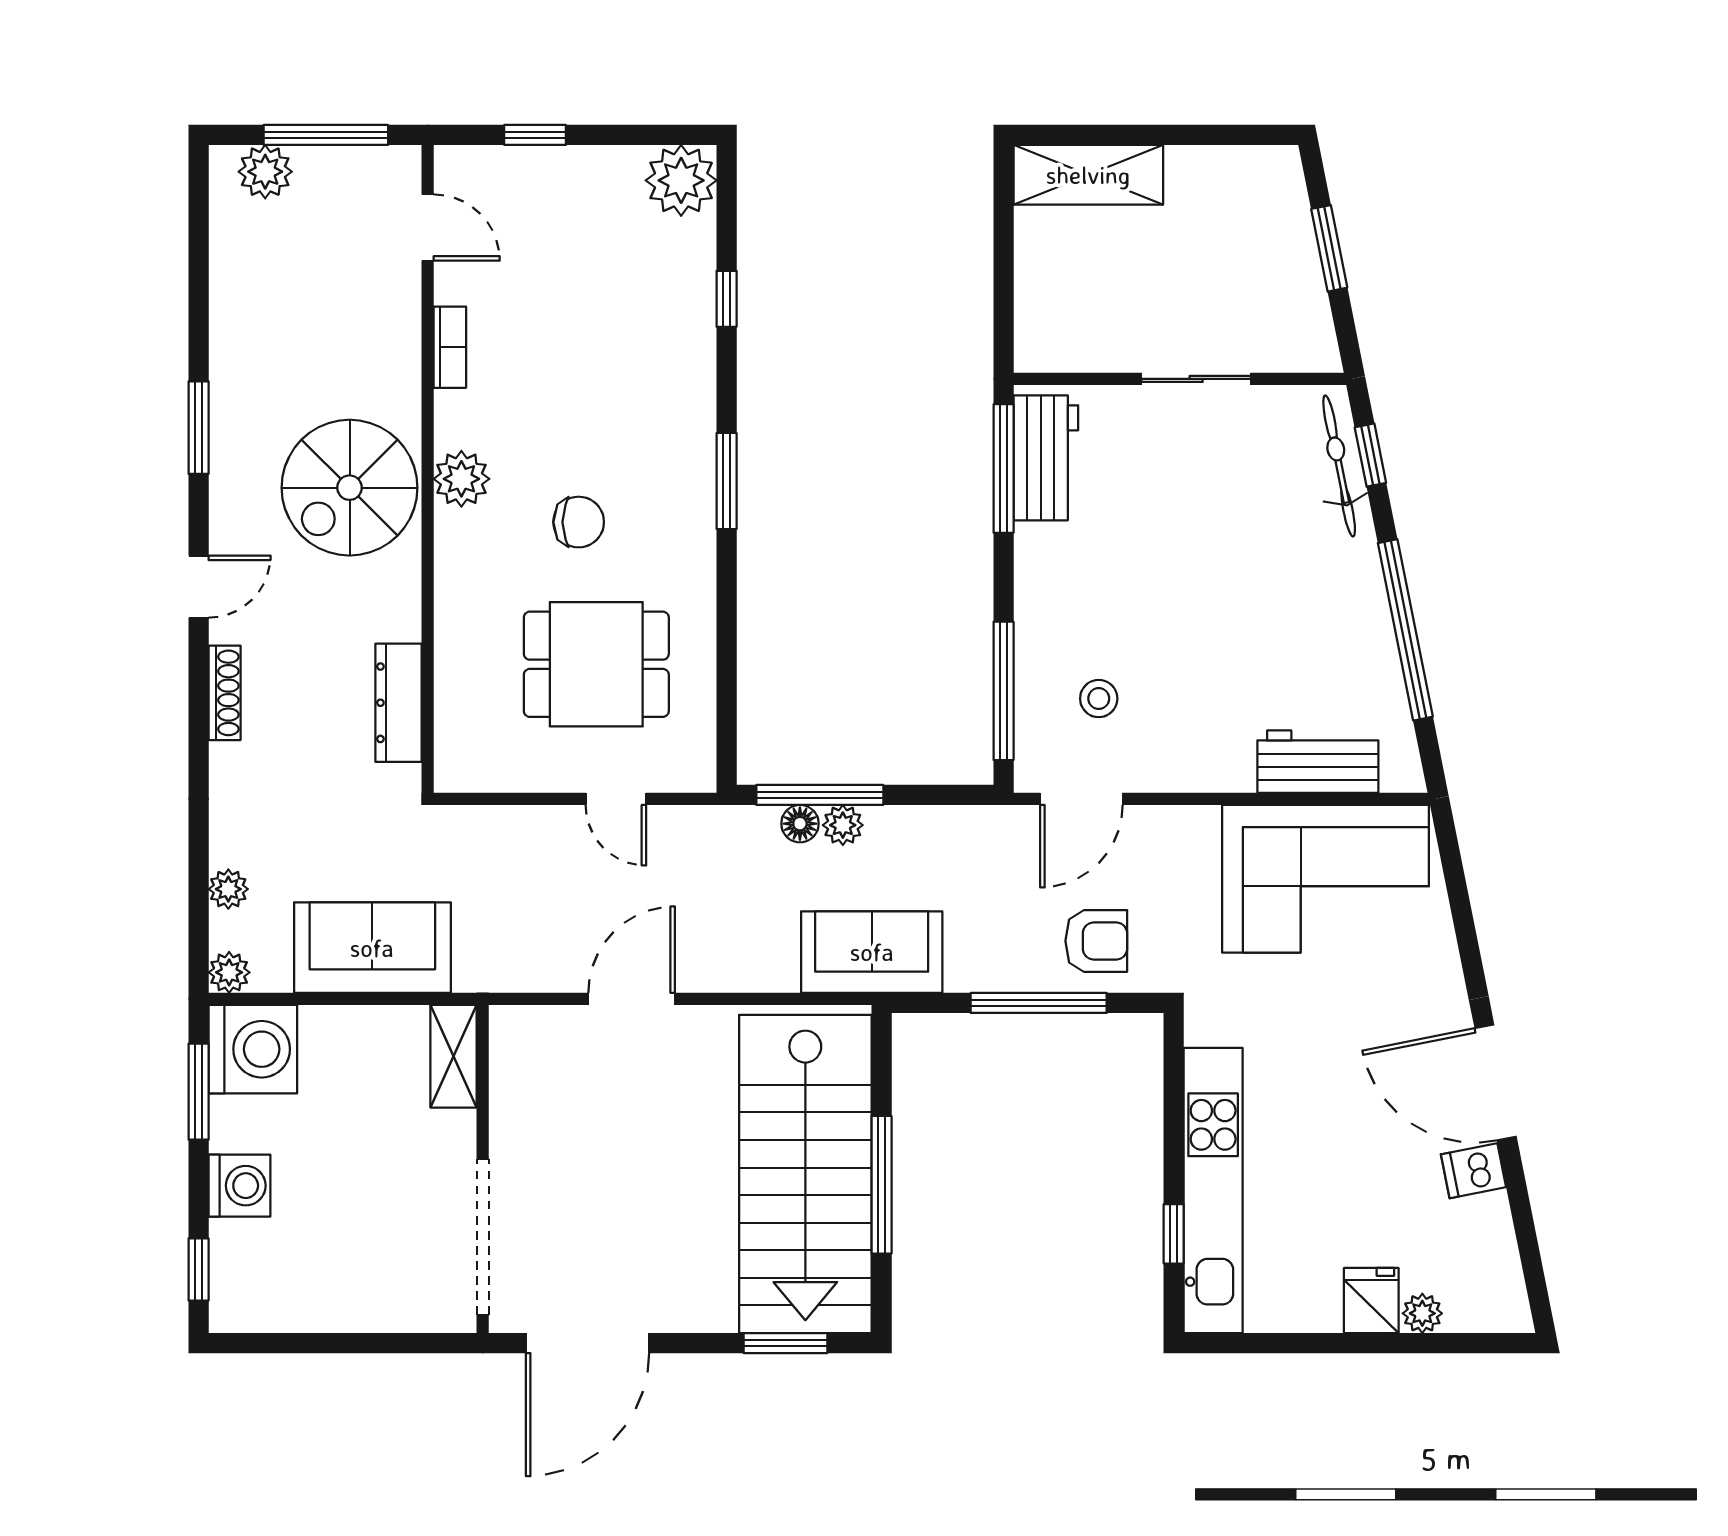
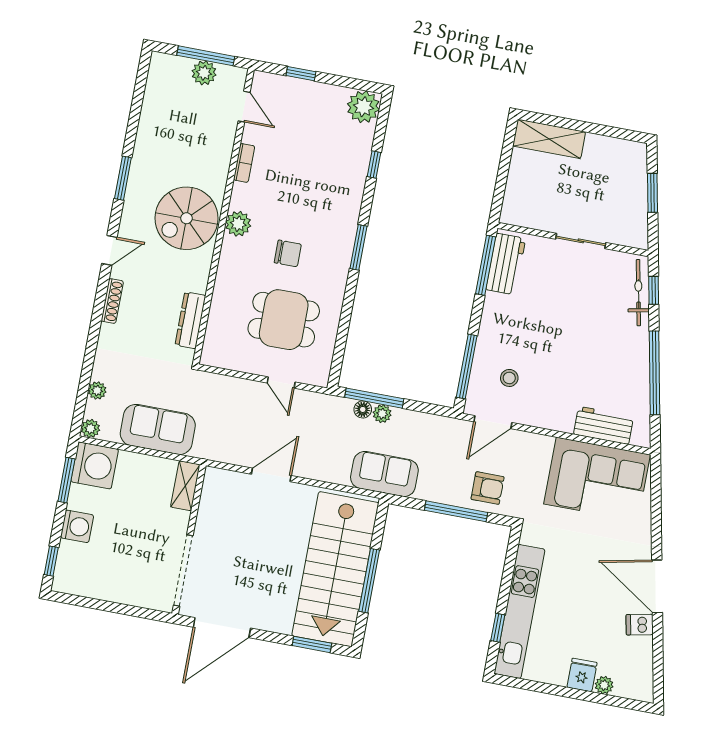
plant: (265, 172) -> (204, 73), moved

